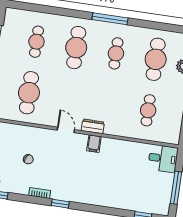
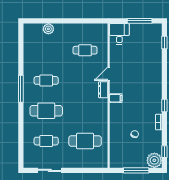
cafe table: (156, 59) -> (46, 50), removed
door: (66, 130) -> (109, 74), moved
filing cabinet: (94, 144) -> (116, 98), moved

